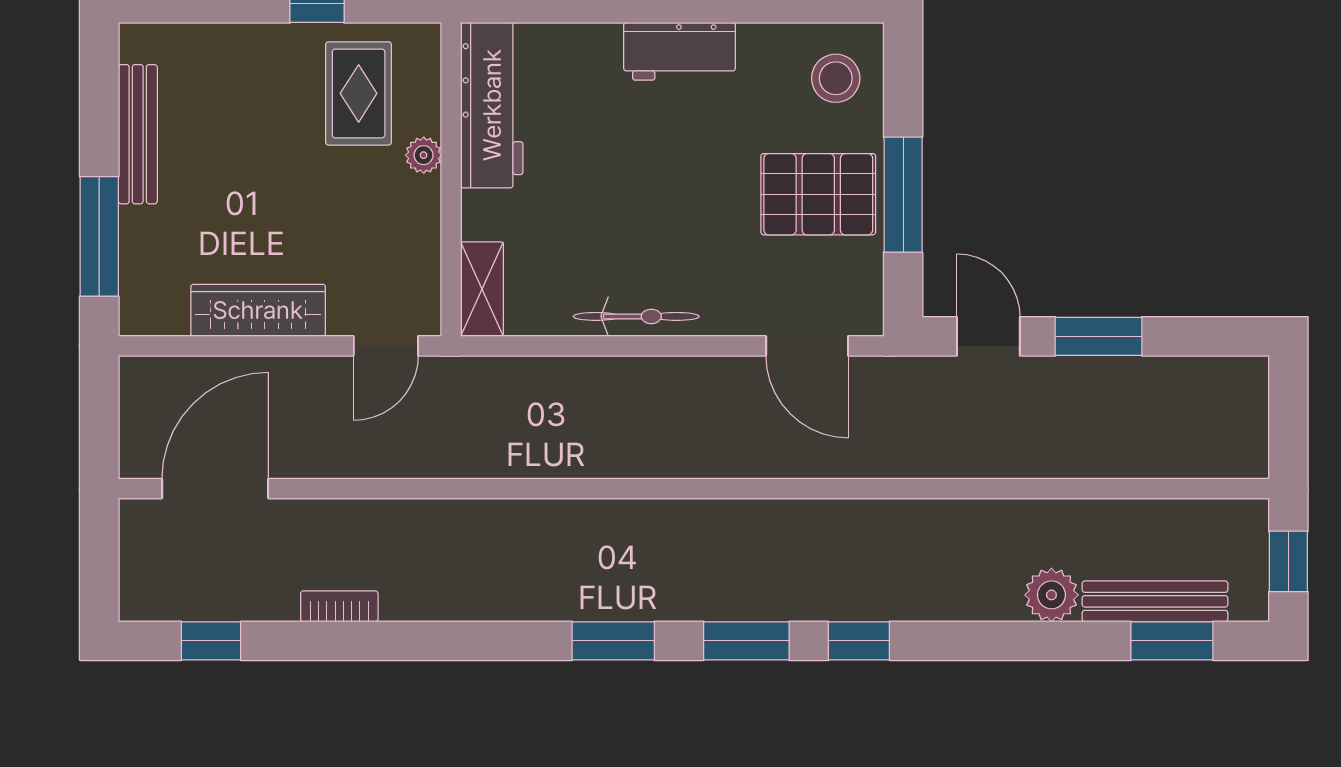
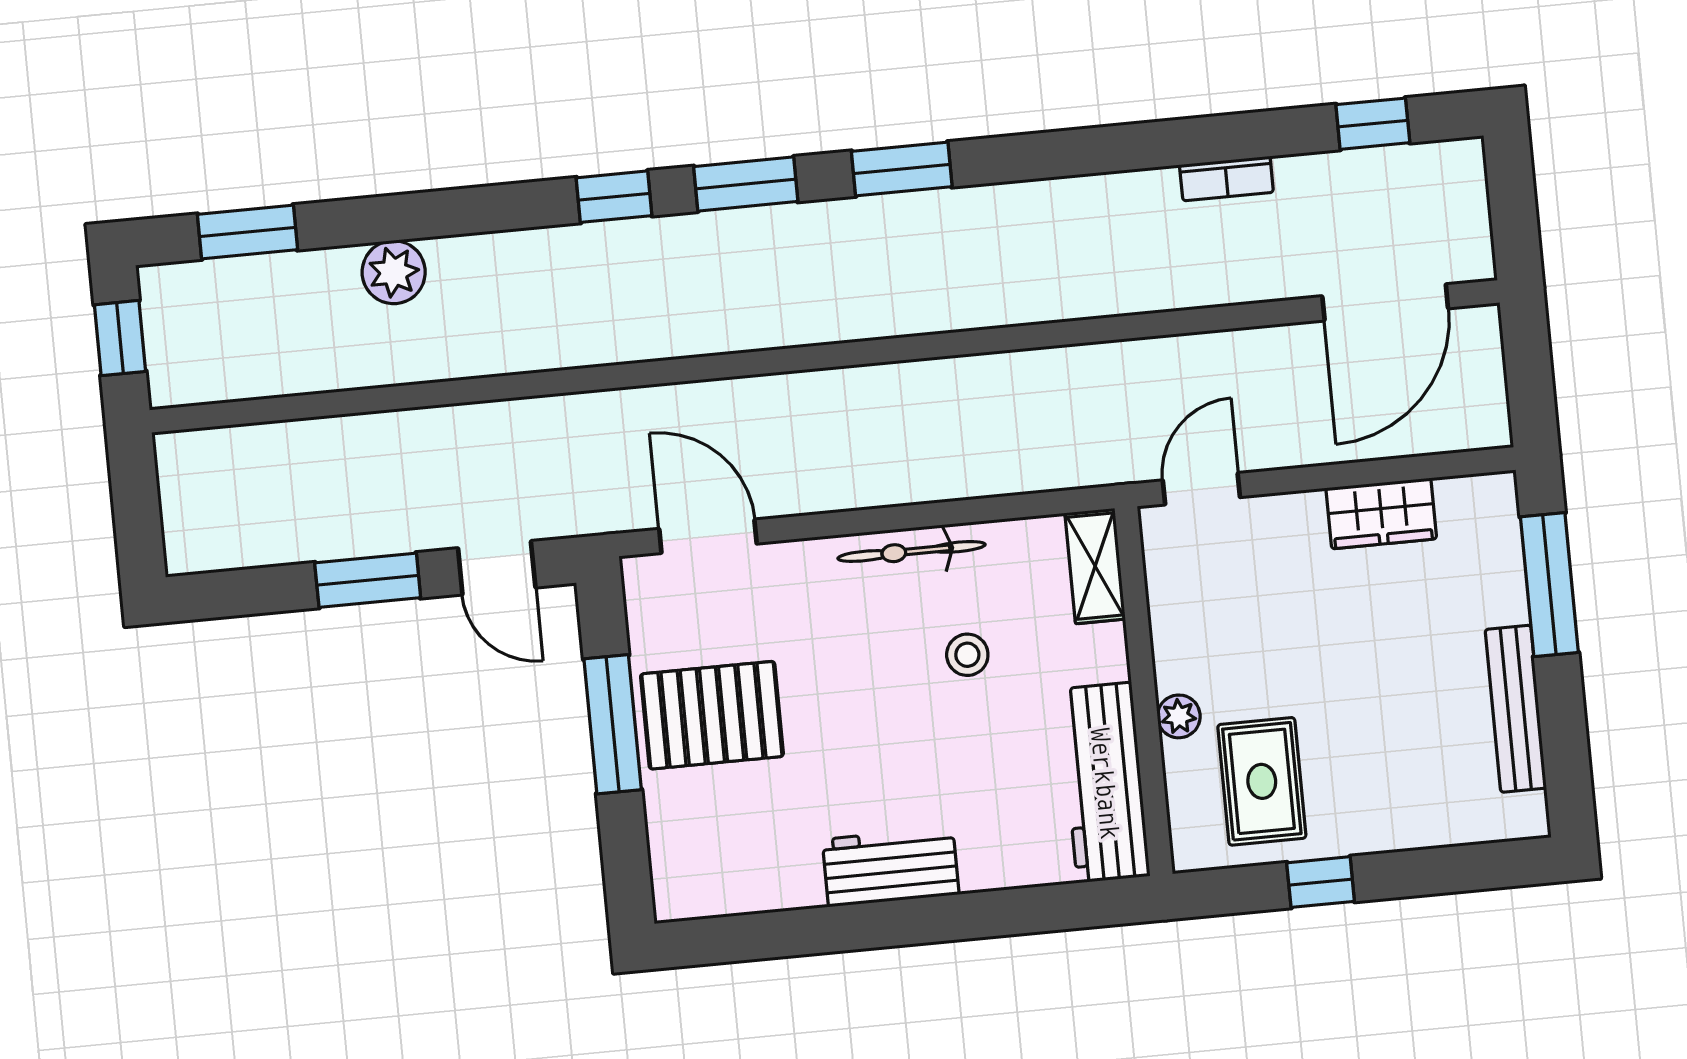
stool: (836, 78) -> (967, 655), moved, width x0.73, depth x0.73
wardrobe: (258, 310) -> (1381, 513), width x0.67
bench: (1155, 601) -> (272, 276), removed

